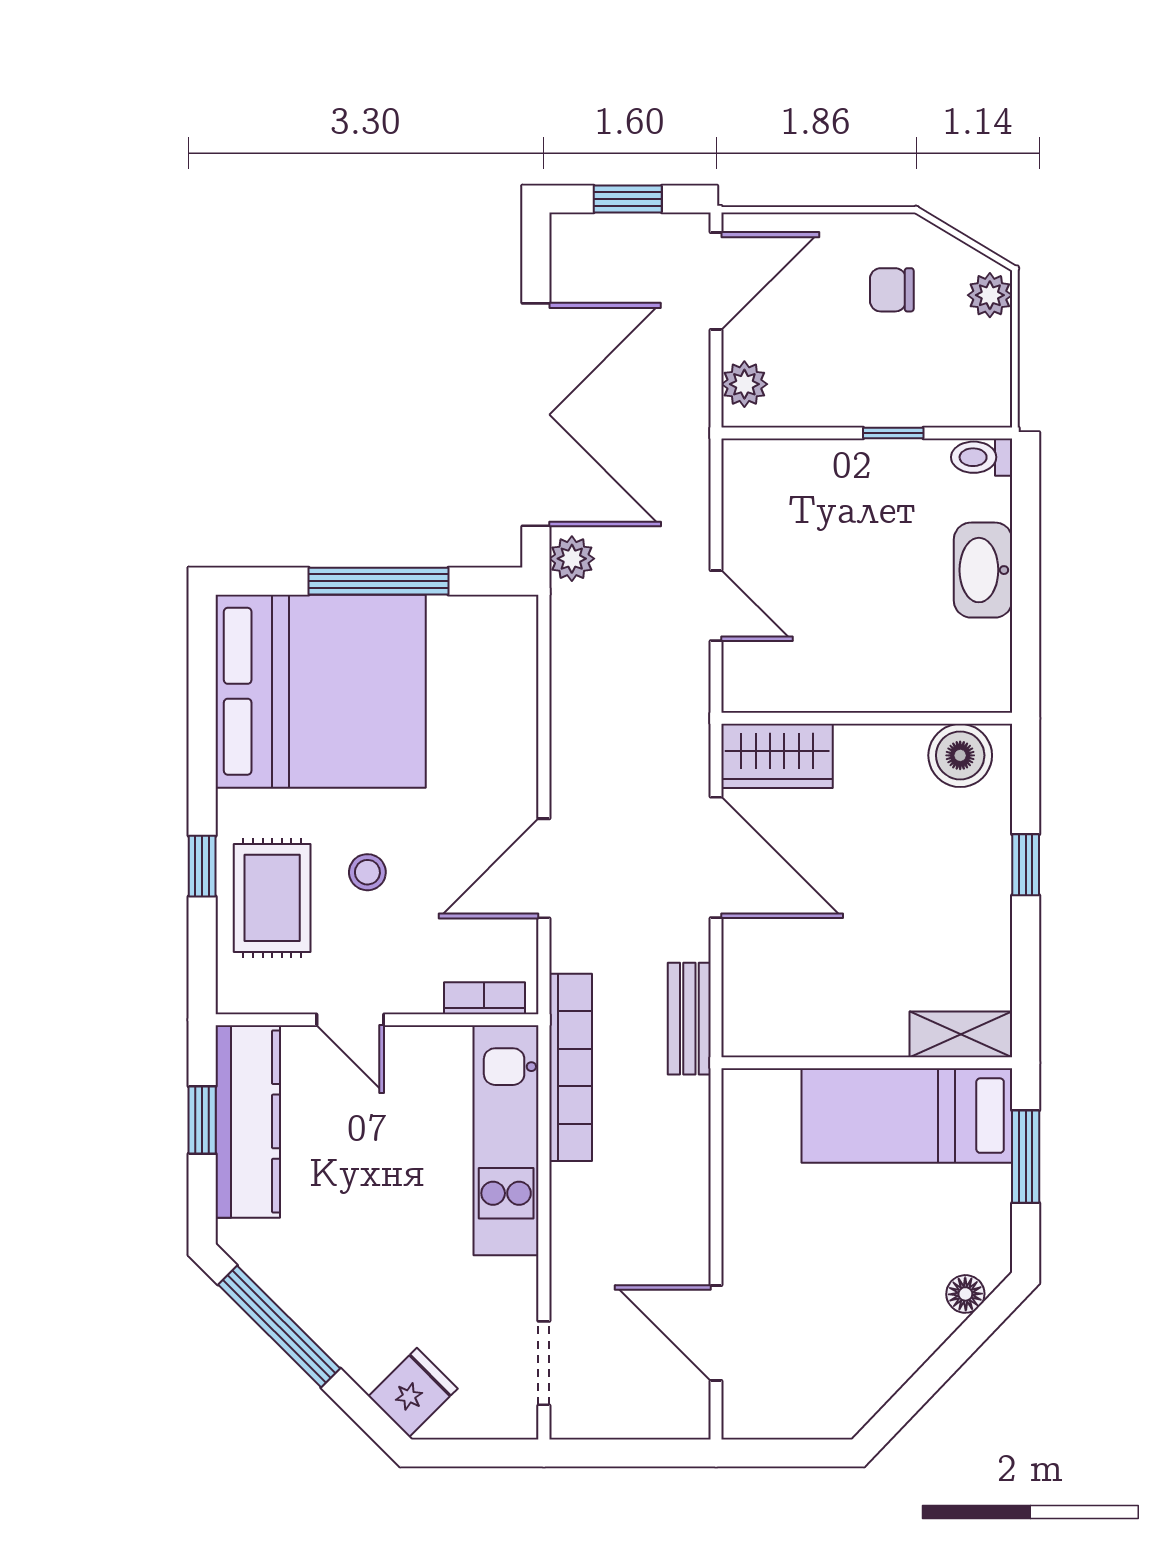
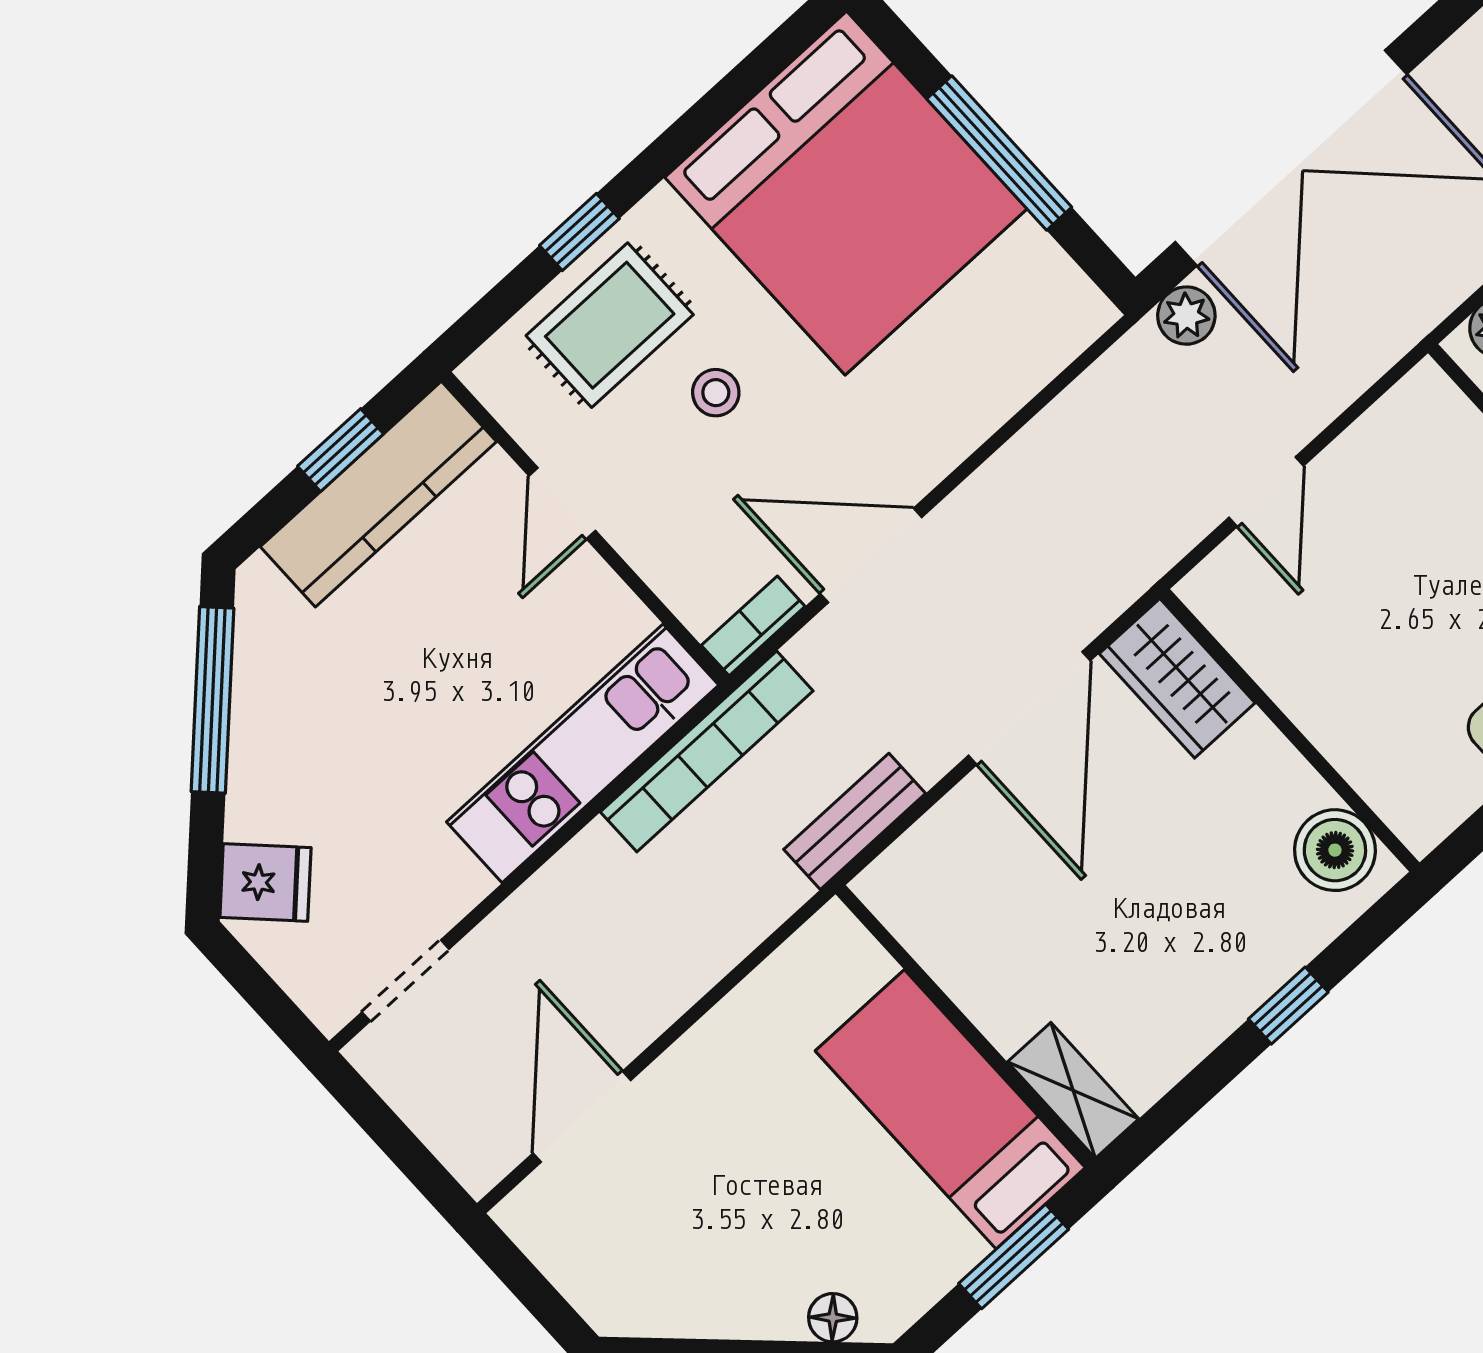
bookcase: (484, 998) -> (753, 626), moved, turned -90

